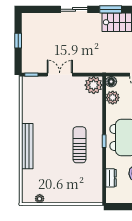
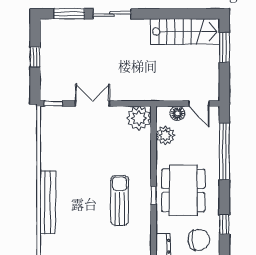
window: (111, 9) -> (69, 14), moved
floor lamp: (111, 82) -> (177, 113), moved

